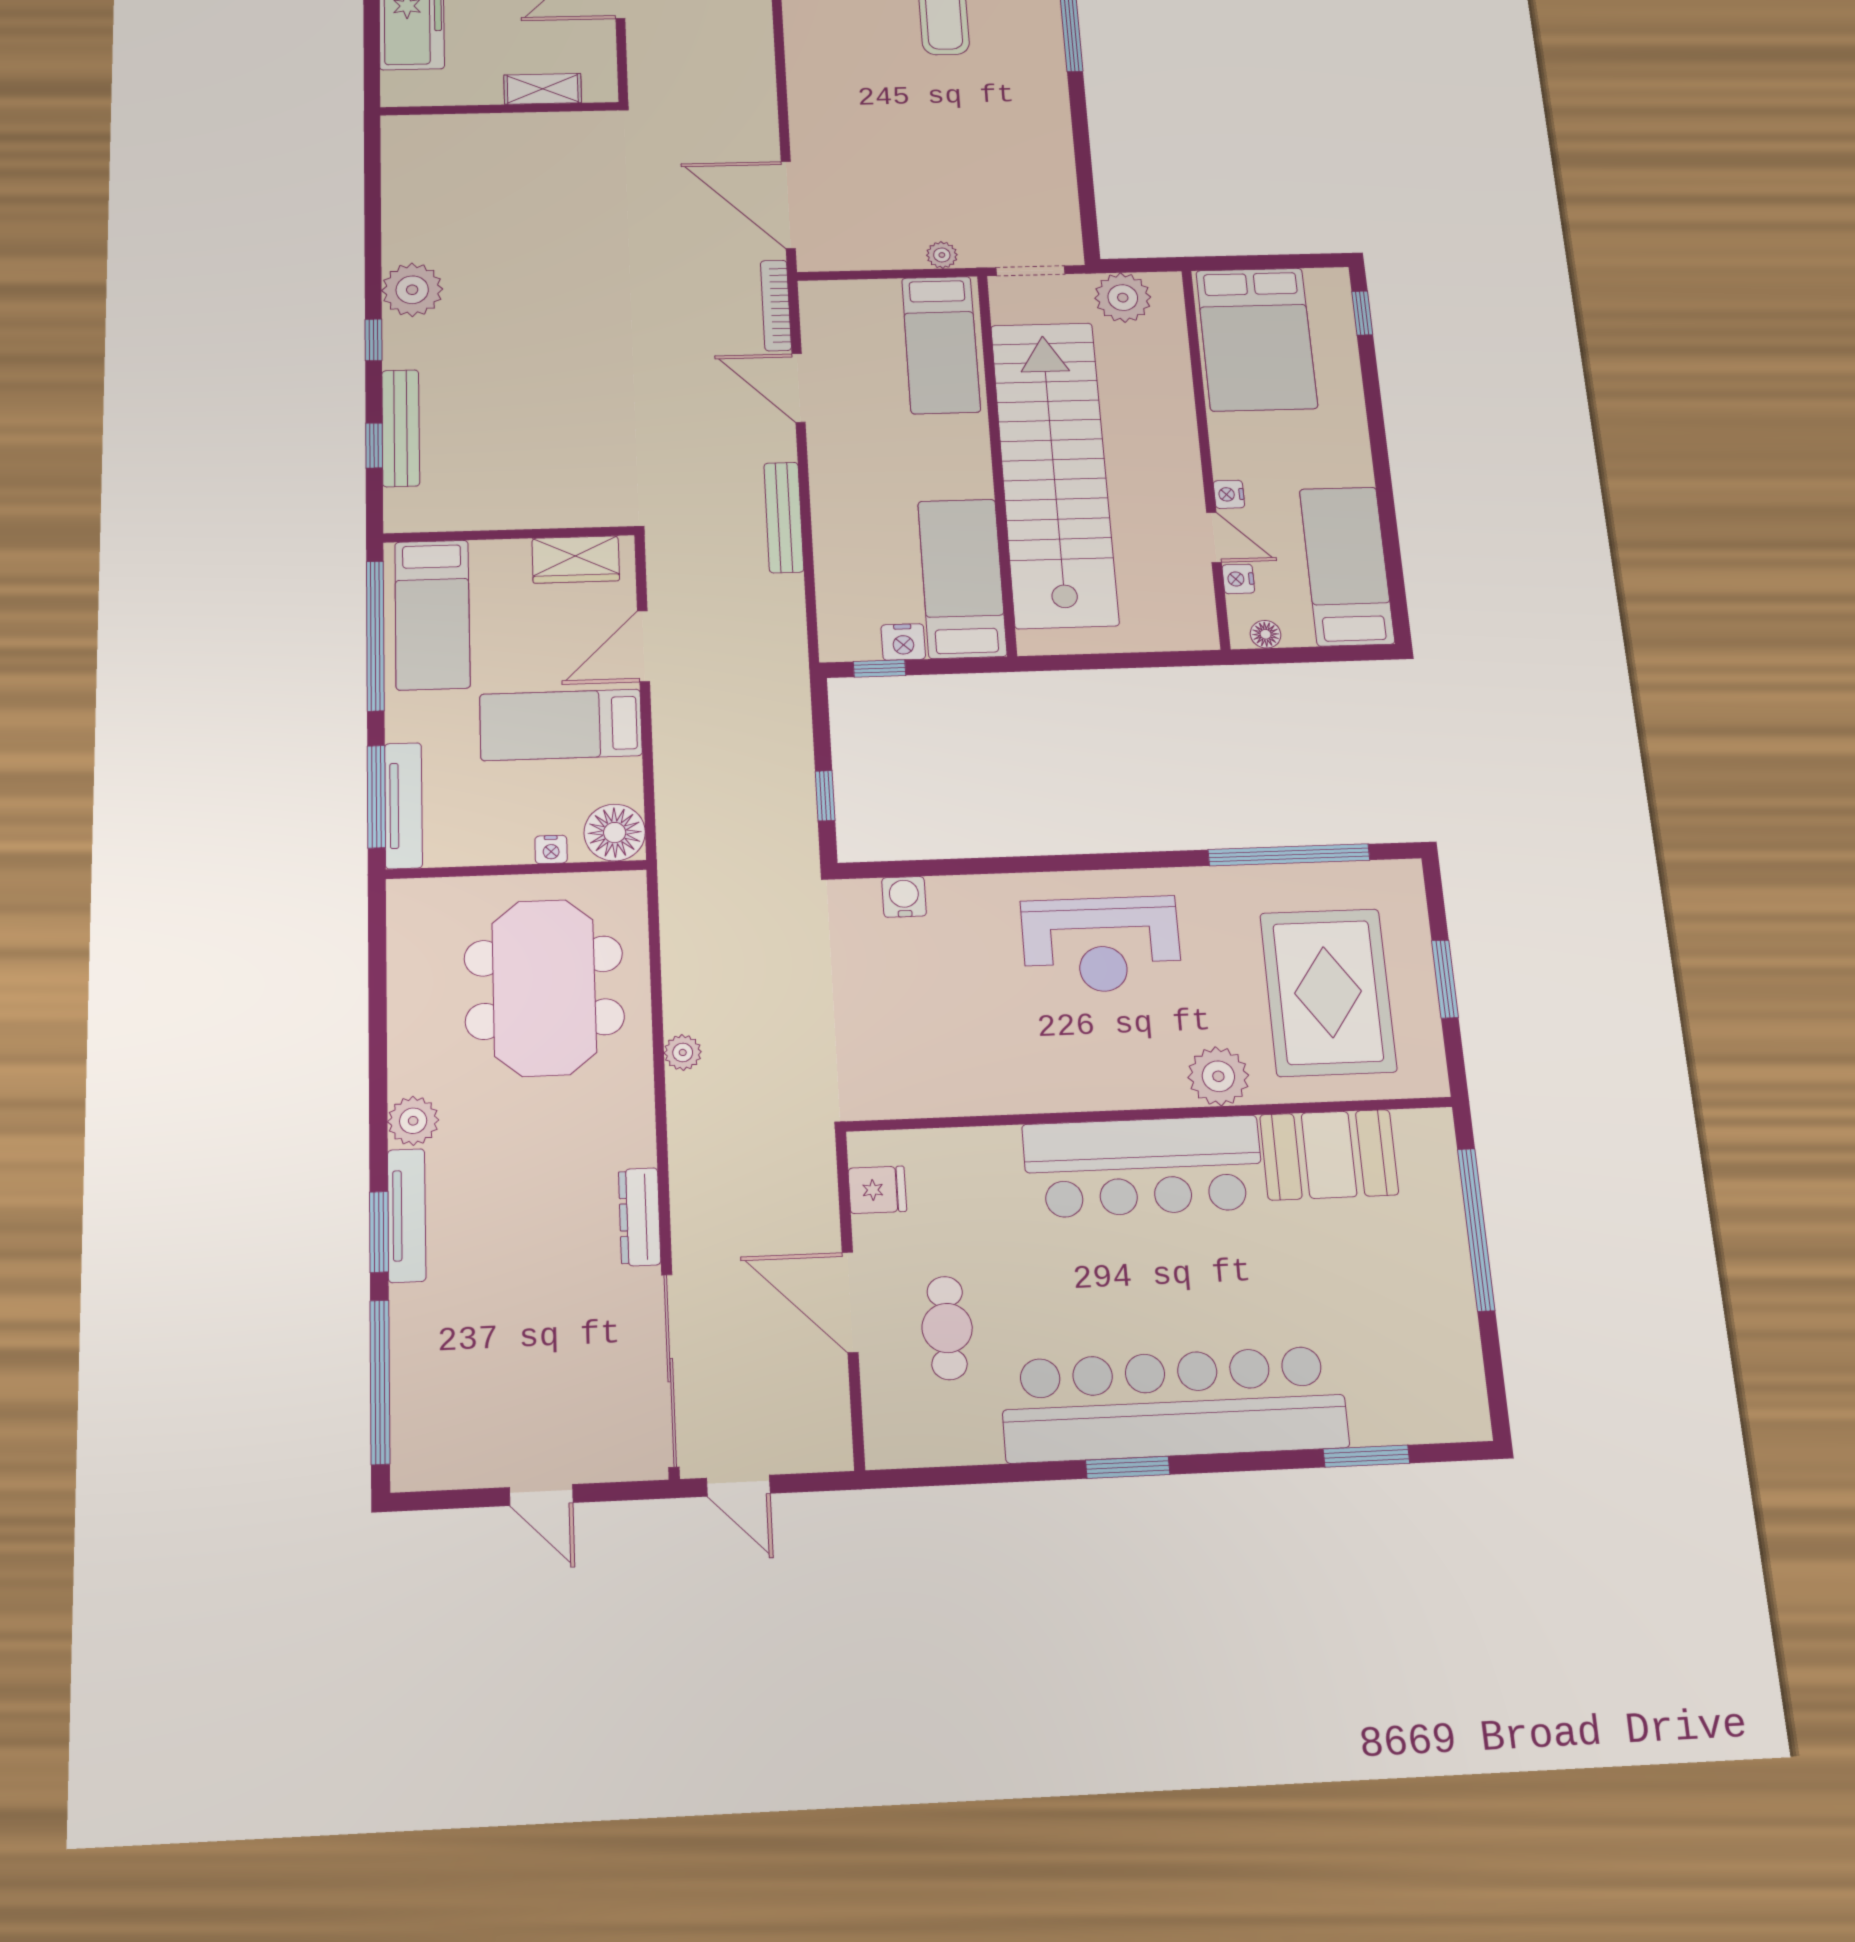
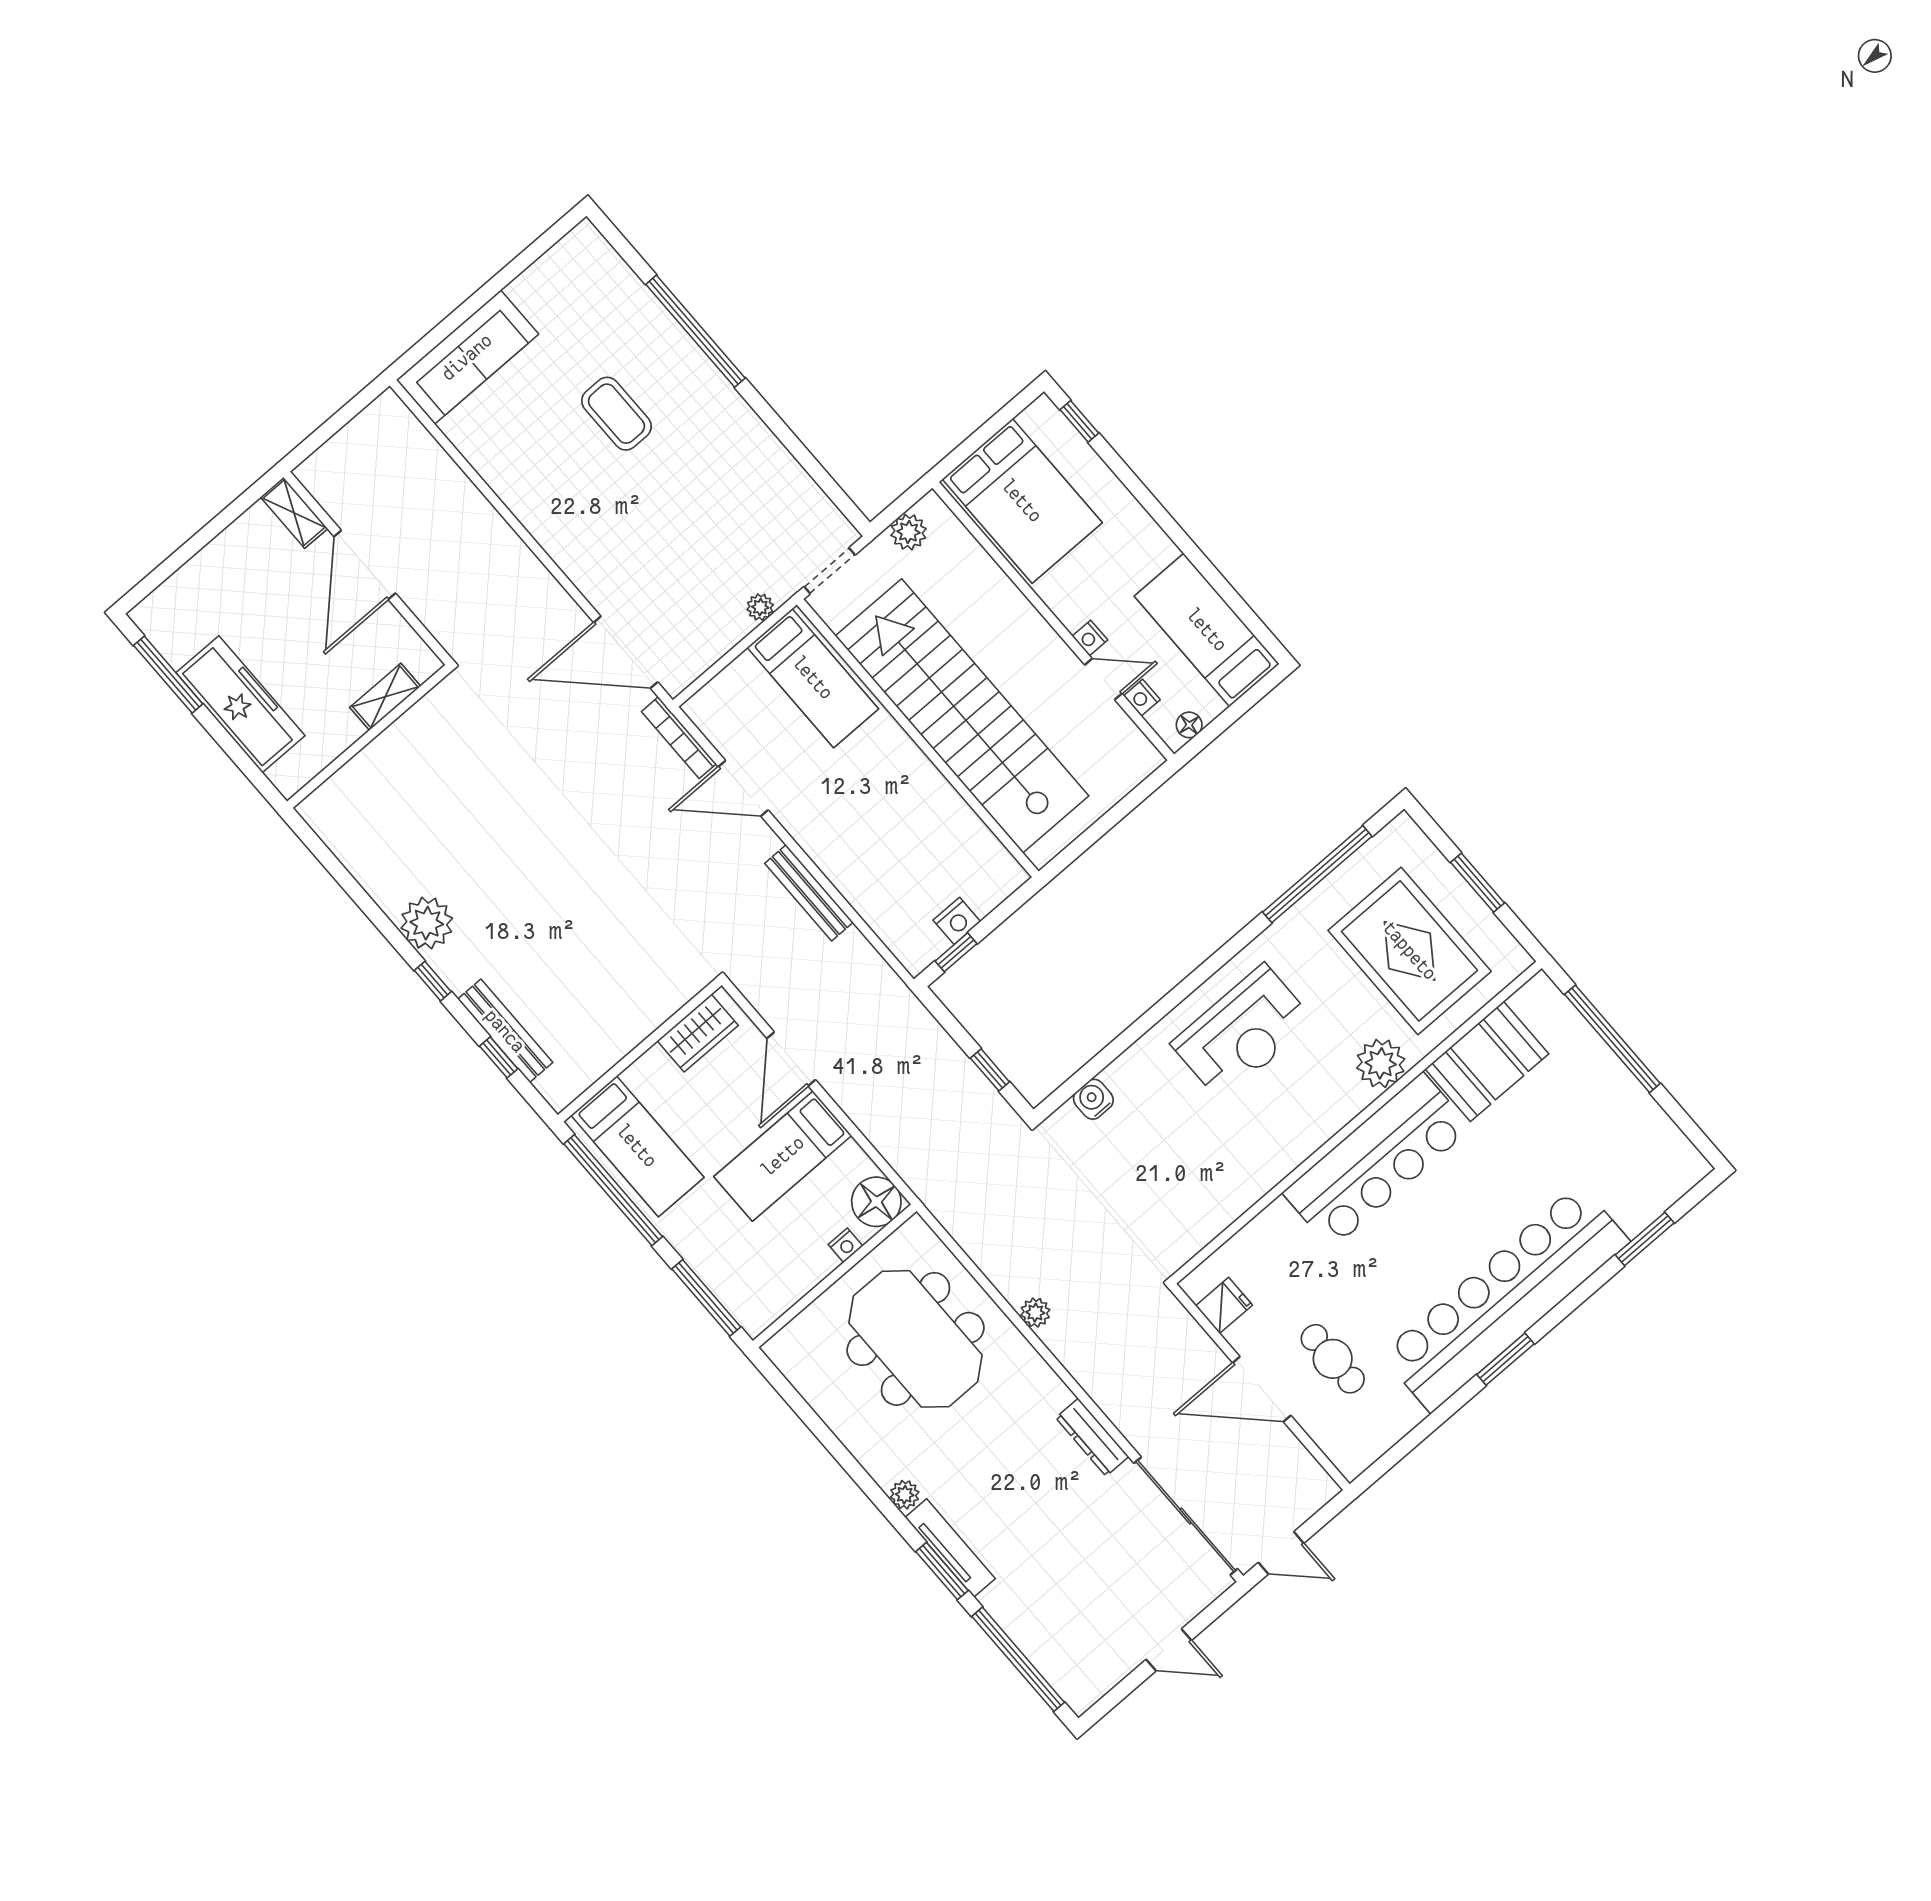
plant: (1123, 298) -> (909, 532), width x0.73, depth x0.73
bed: (962, 578) -> (960, 844), removed
tv unit: (403, 806) -> (728, 1290), removed
plant: (413, 1121) -> (905, 1495), width x0.73, depth x0.73

